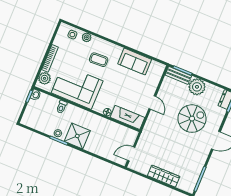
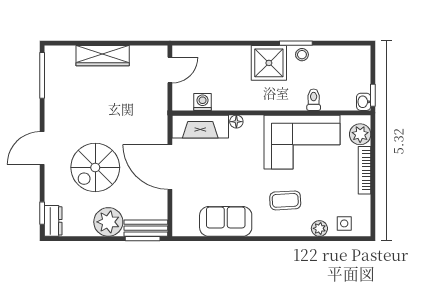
door: (152, 102) -> (170, 167), width x1.87
washing machine: (121, 130) -> (203, 102), added

